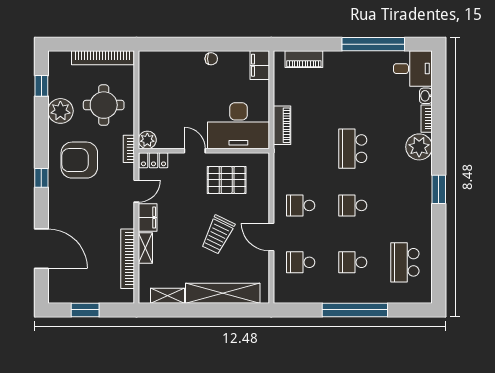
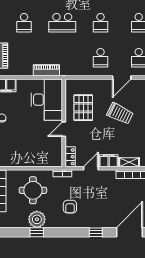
window: (41, 86) -> (37, 232), moved
school desk: (353, 92) -> (24, 23), added
plant: (147, 140) -> (56, 161), removed
armchair: (79, 160) -> (70, 207), width x0.53, depth x0.53
window: (41, 178) -> (96, 232), moved
door: (136, 191) -> (91, 168), hinge flipped

